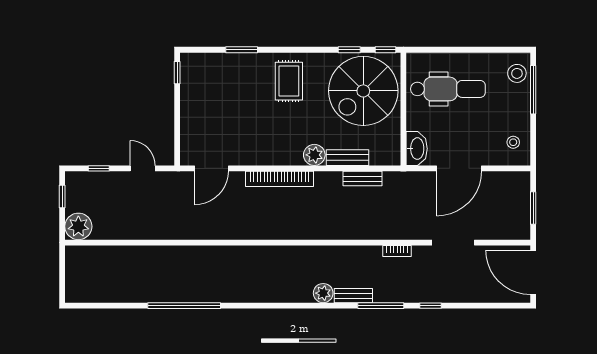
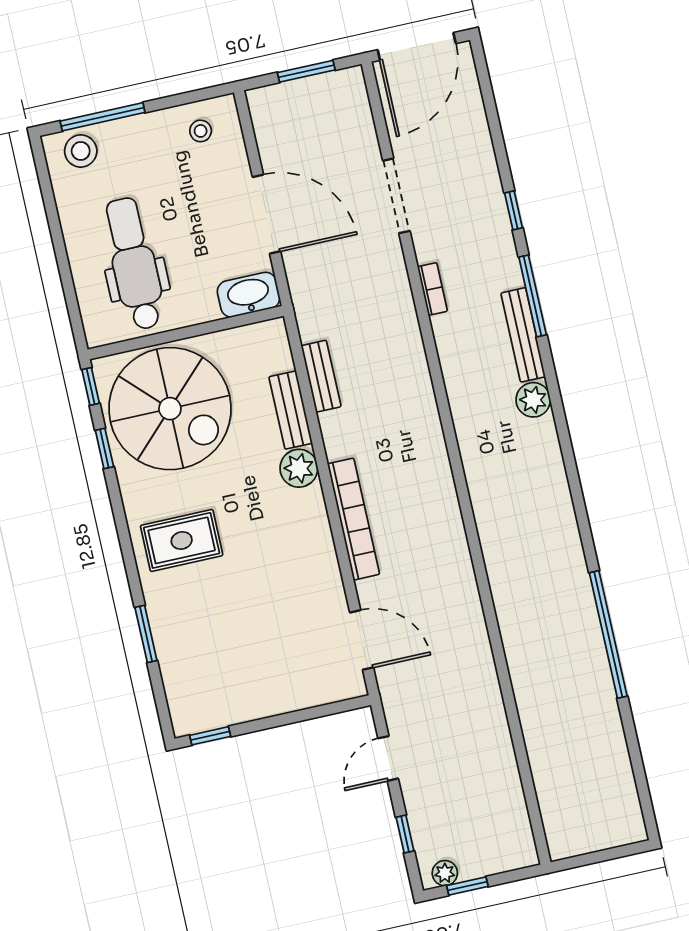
plant: (78, 226) -> (445, 873), moved, width x0.53, depth x0.53
bench: (353, 296) -> (523, 335), width x1.36

